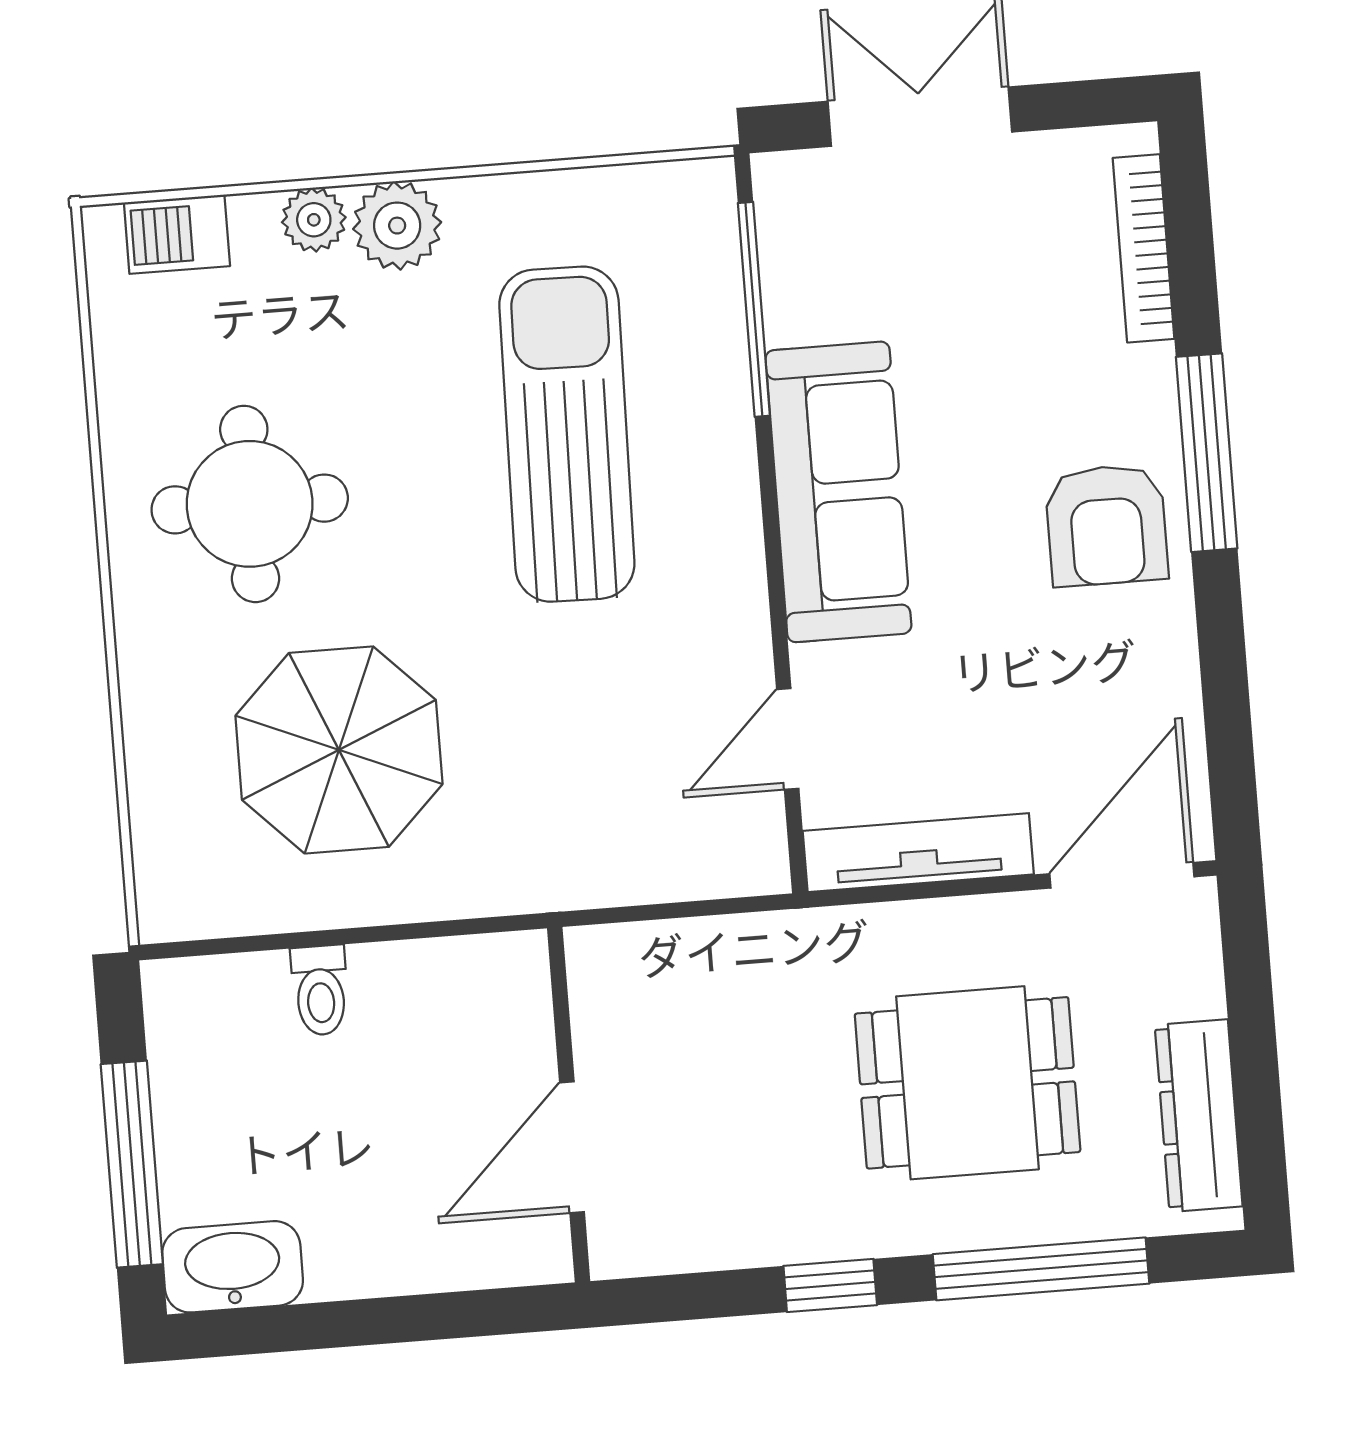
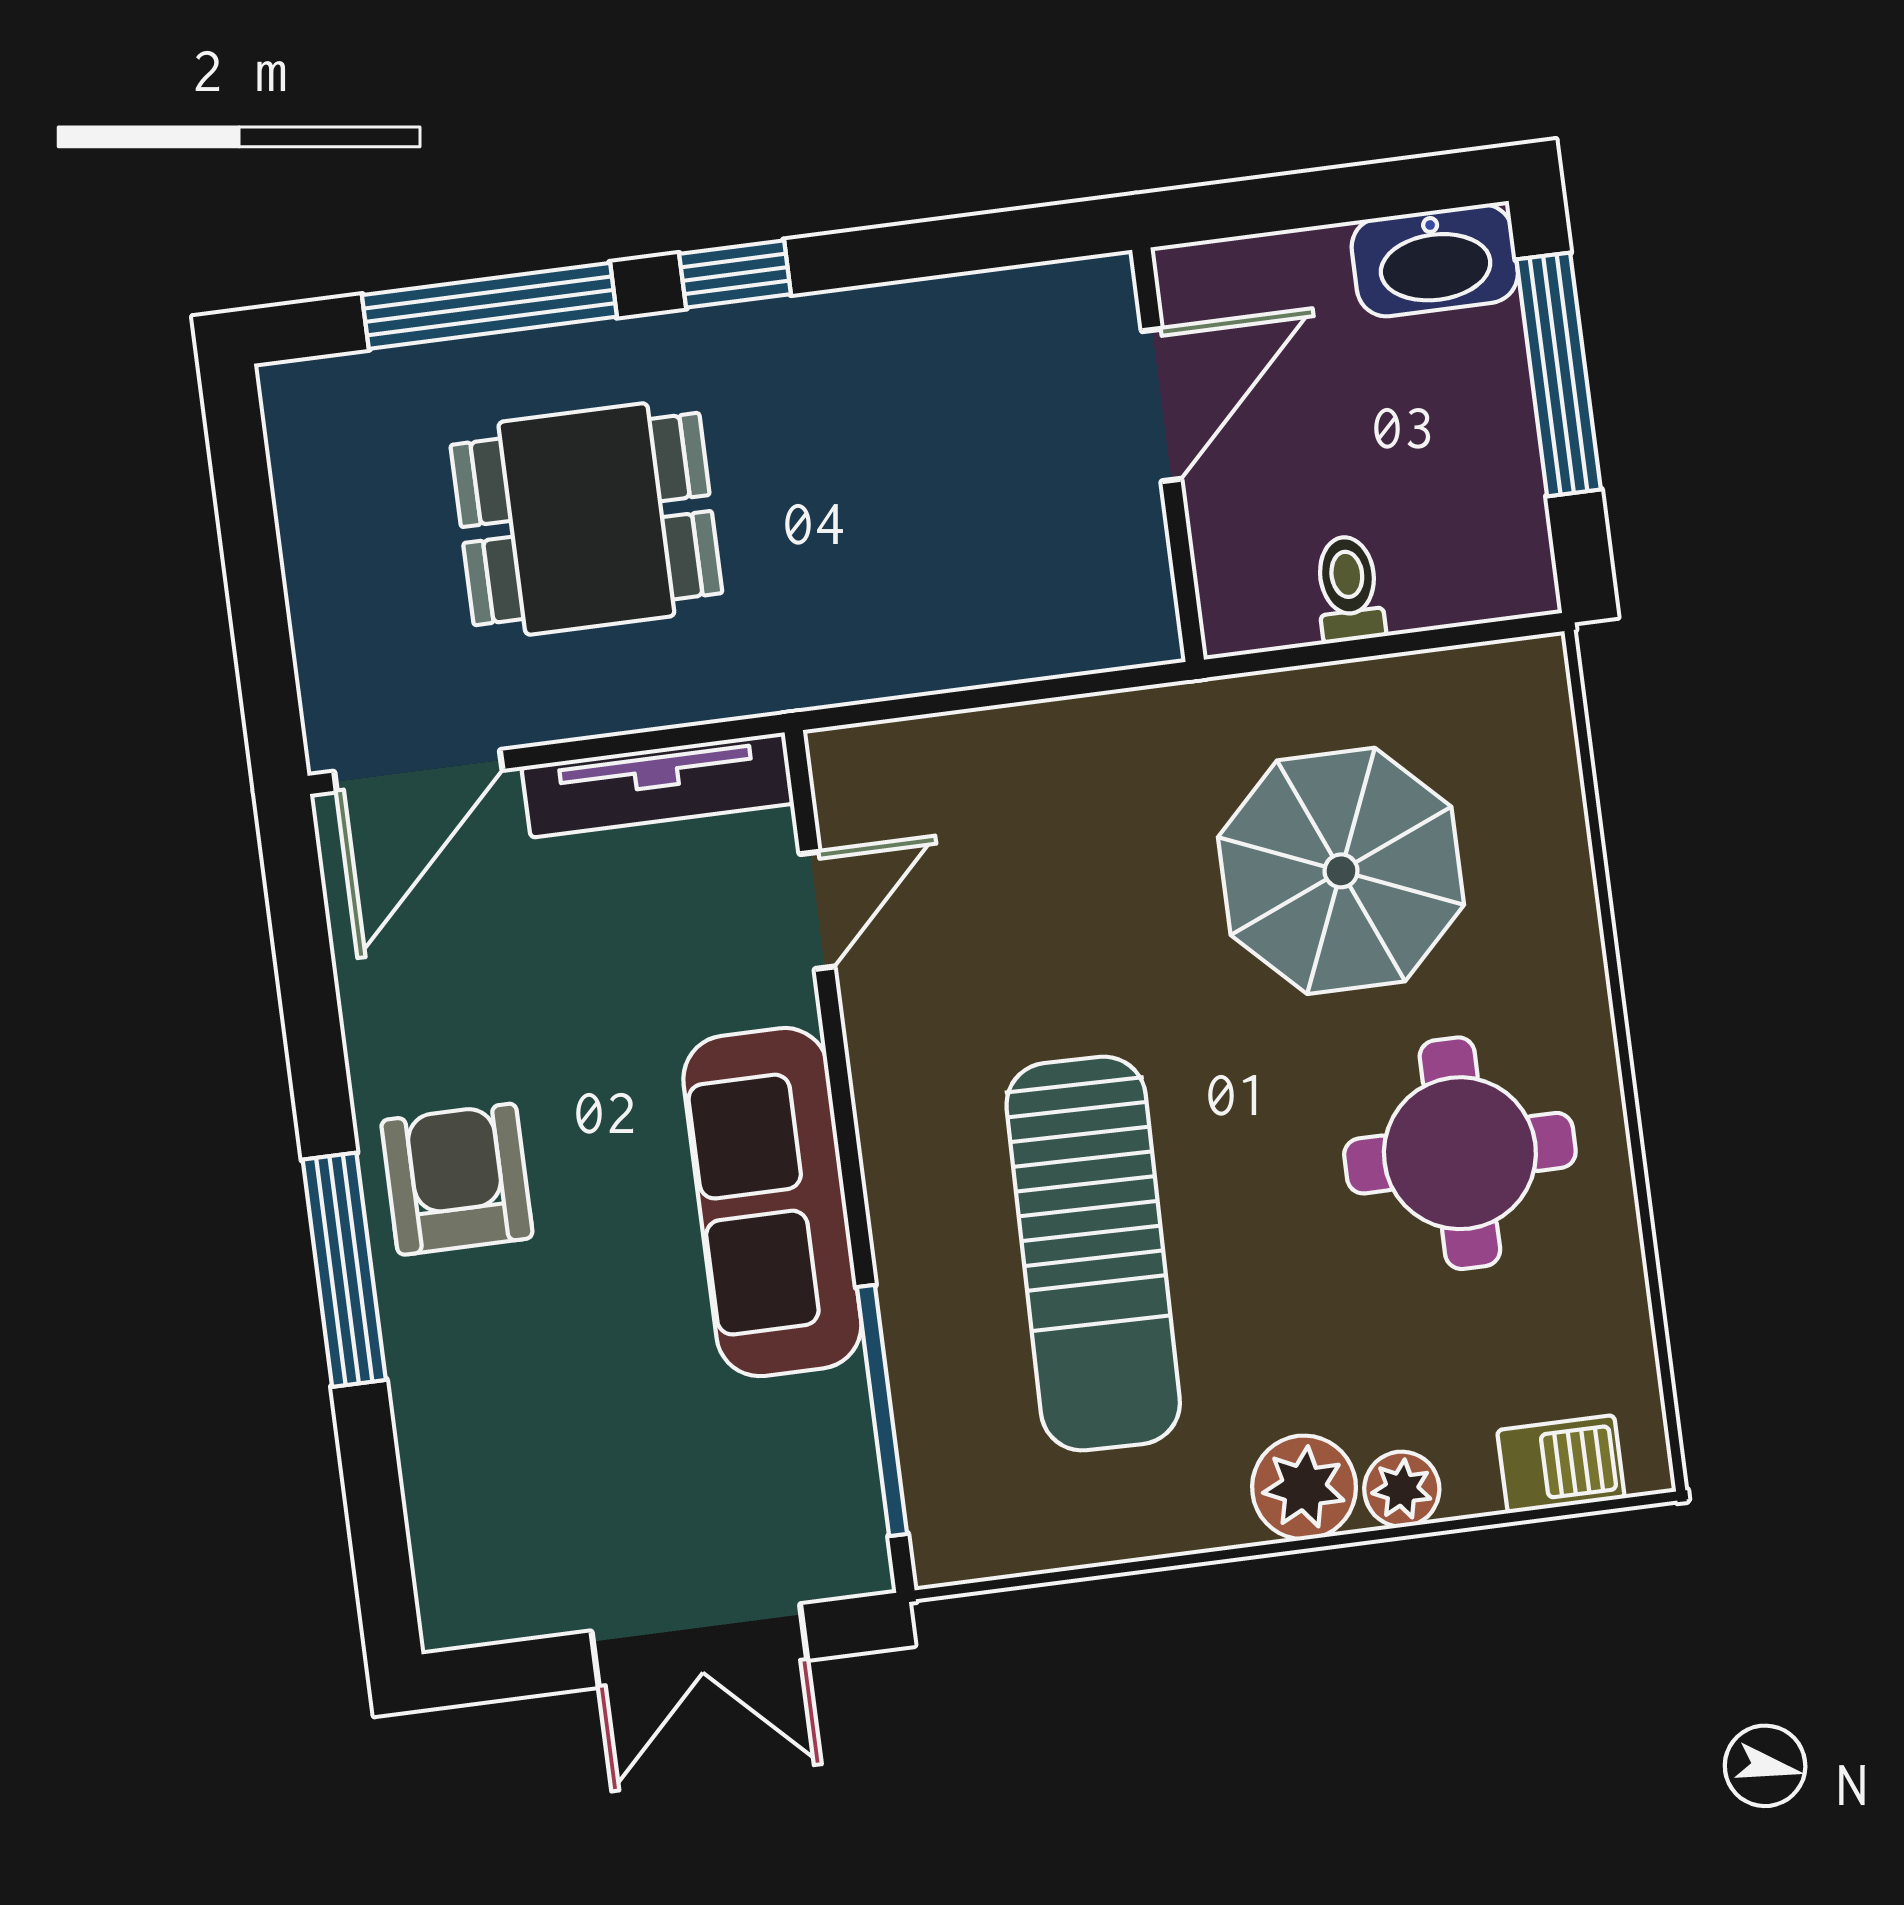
bookcase: (1144, 248) -> (430, 1505), removed
wall: (569, 1105) -> (1168, 455), moved
dresser: (1199, 1116) -> (314, 494), removed
door: (572, 1147) -> (1162, 405), moved

